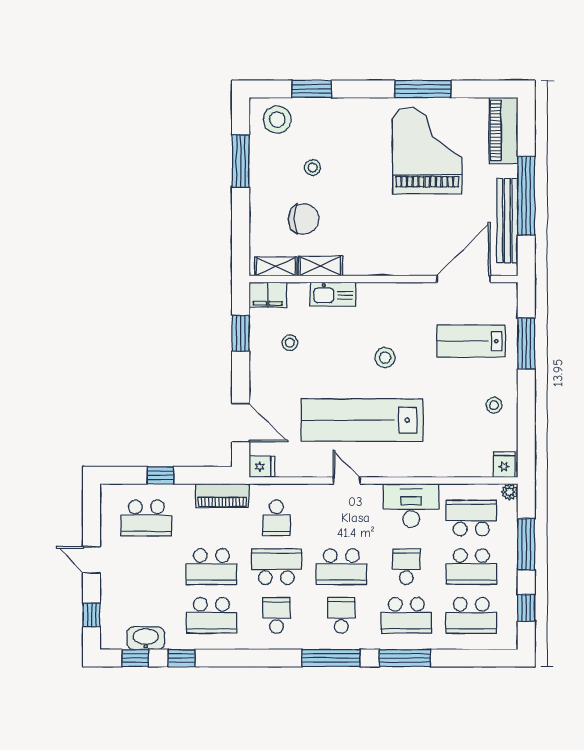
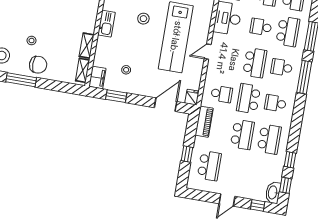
chair: (304, 219) -> (38, 65), moved, turned 90
kitchen sink: (333, 294) -> (106, 24), moved
washbasin: (146, 638) -> (273, 193), moved

